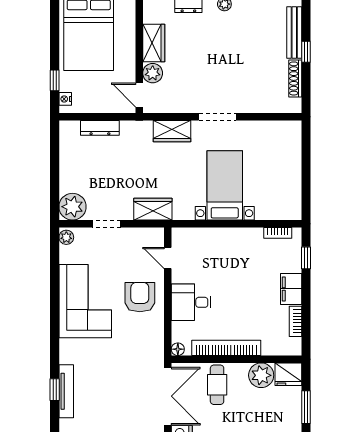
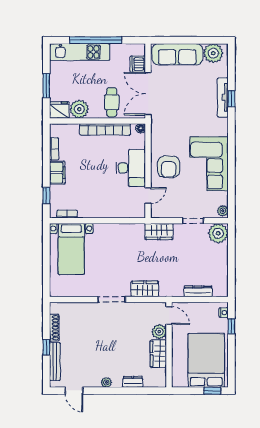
bed with nightstands: (225, 185) -> (71, 249), moved
door: (168, 258) -> (148, 196), hinge flipped
desk: (191, 302) -> (131, 168), width x1.37

